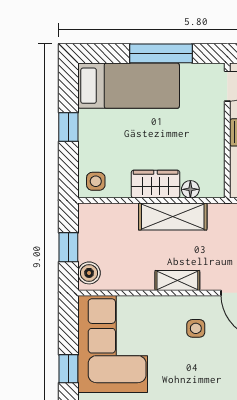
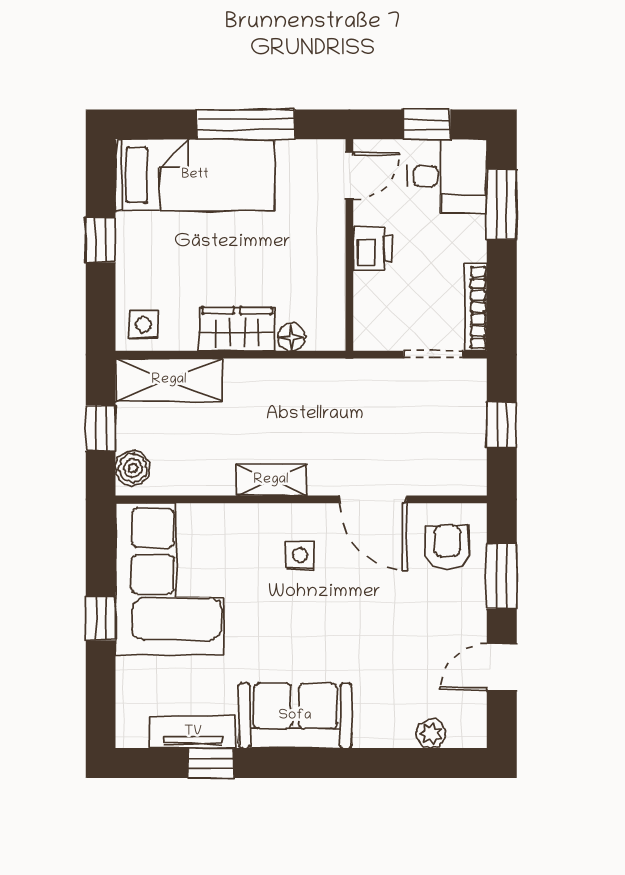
shelving: (173, 216) -> (169, 380), moved

